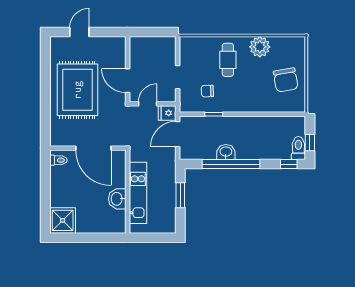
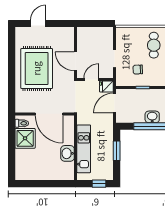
shower: (63, 220) -> (25, 138), moved
window: (158, 238) -> (99, 184), added

